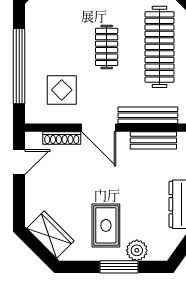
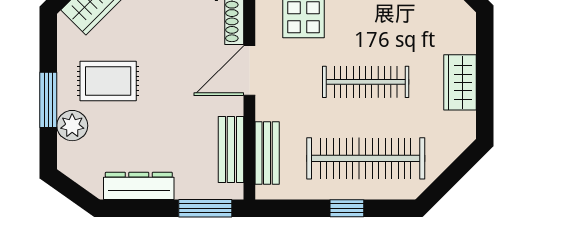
clothes rail: (107, 47) -> (366, 82), width x1.36
bench: (148, 115) -> (267, 153), width x0.73

